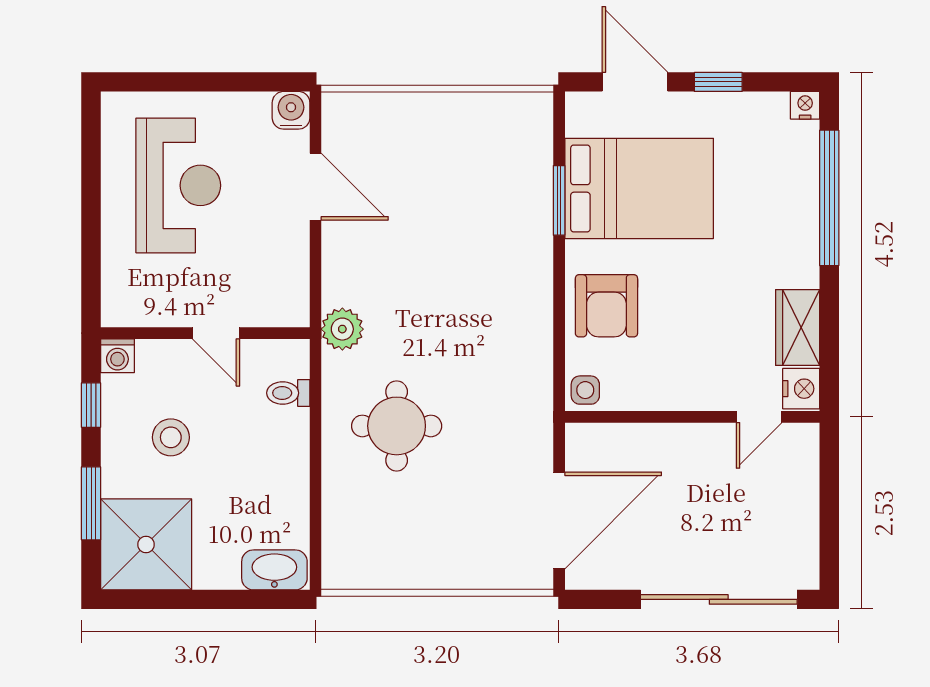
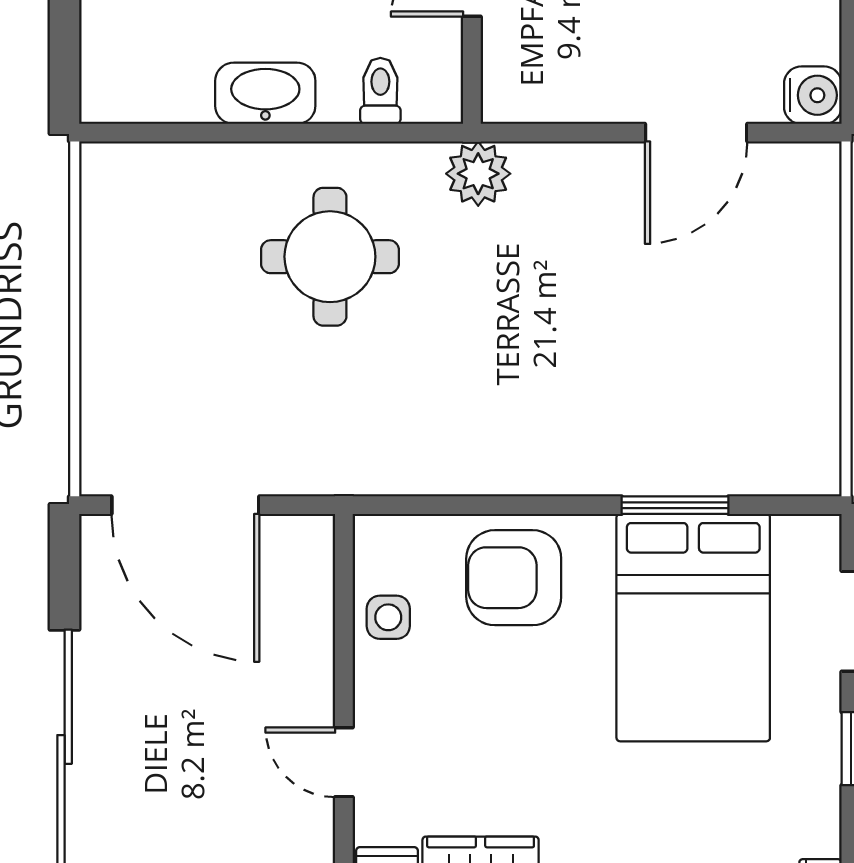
side table: (585, 390) -> (388, 617), moved
door: (759, 417) -> (344, 762), moved
washbasin: (274, 570) -> (265, 93), moved, turned -90

